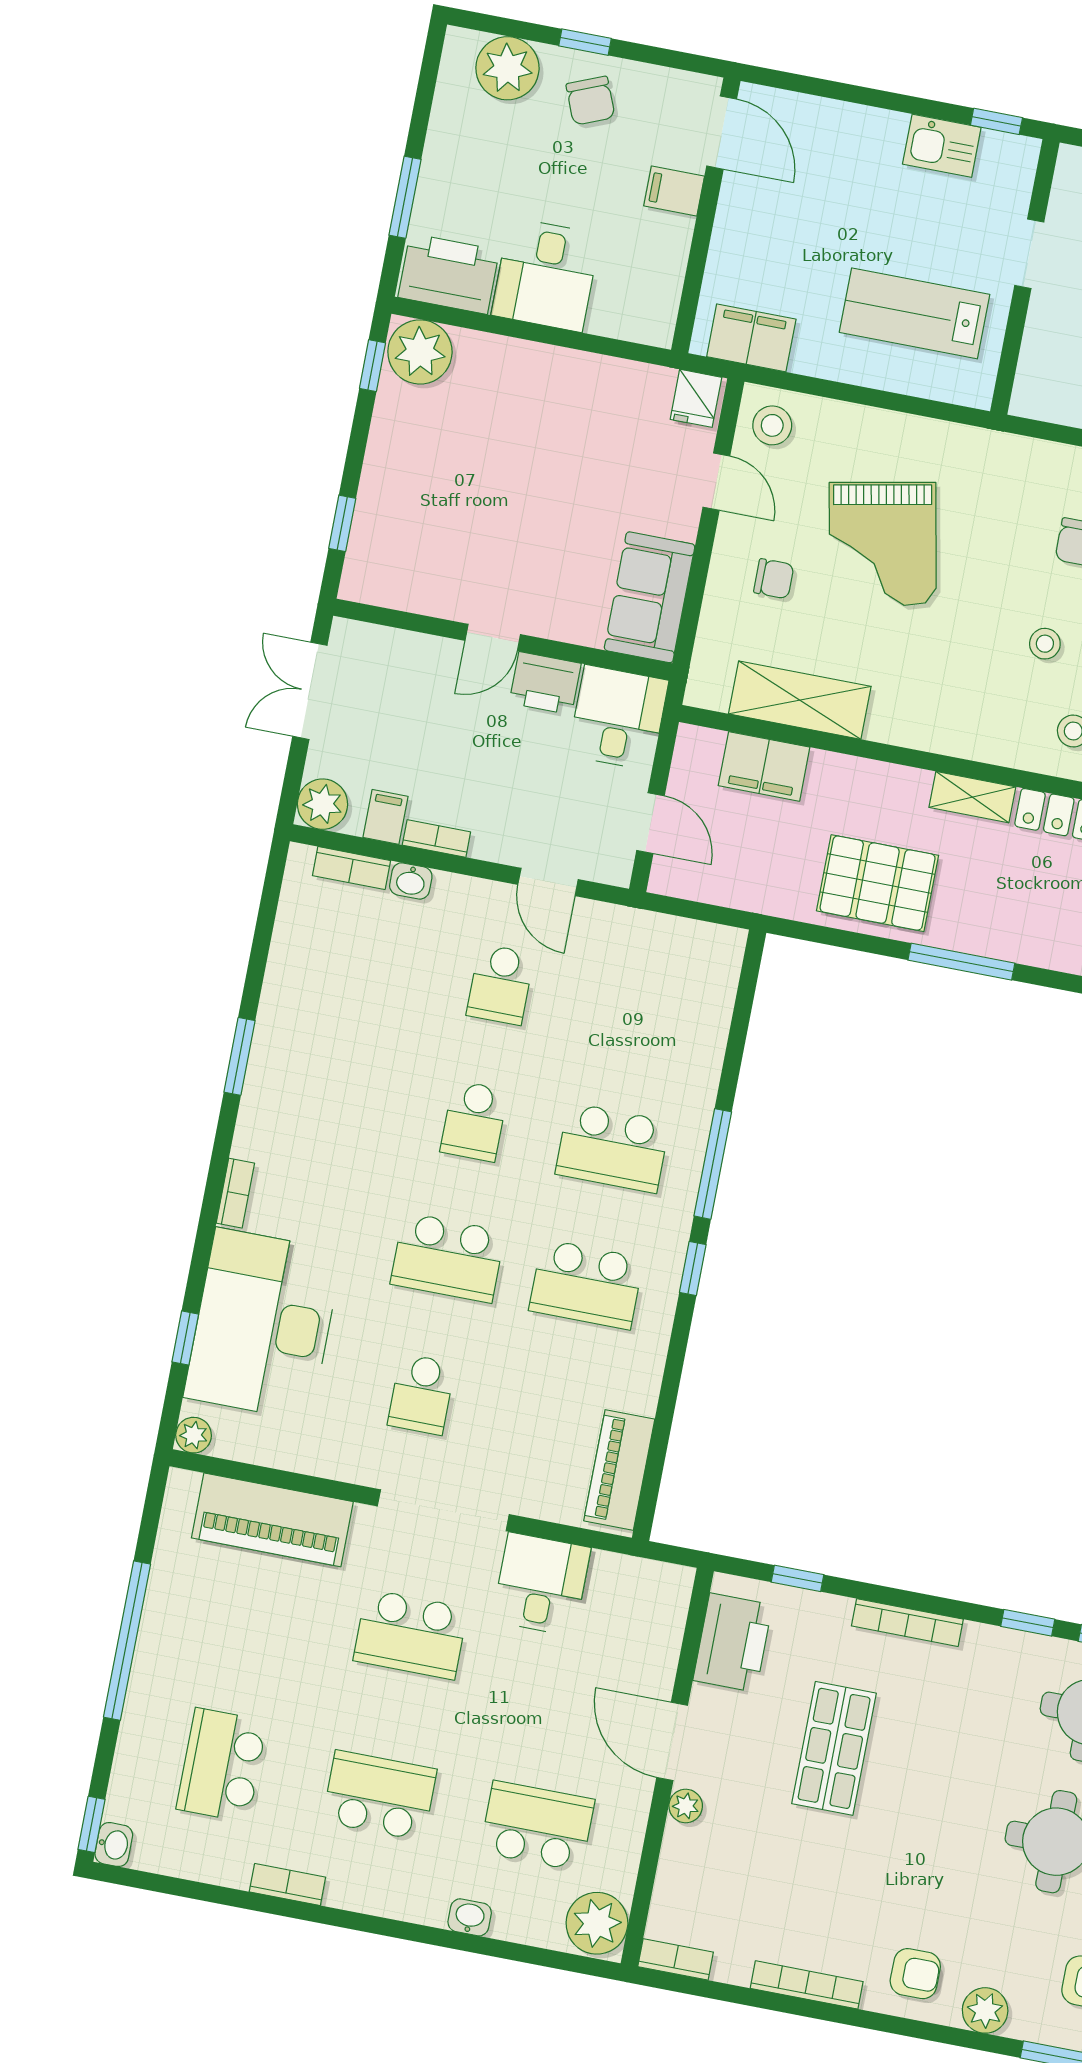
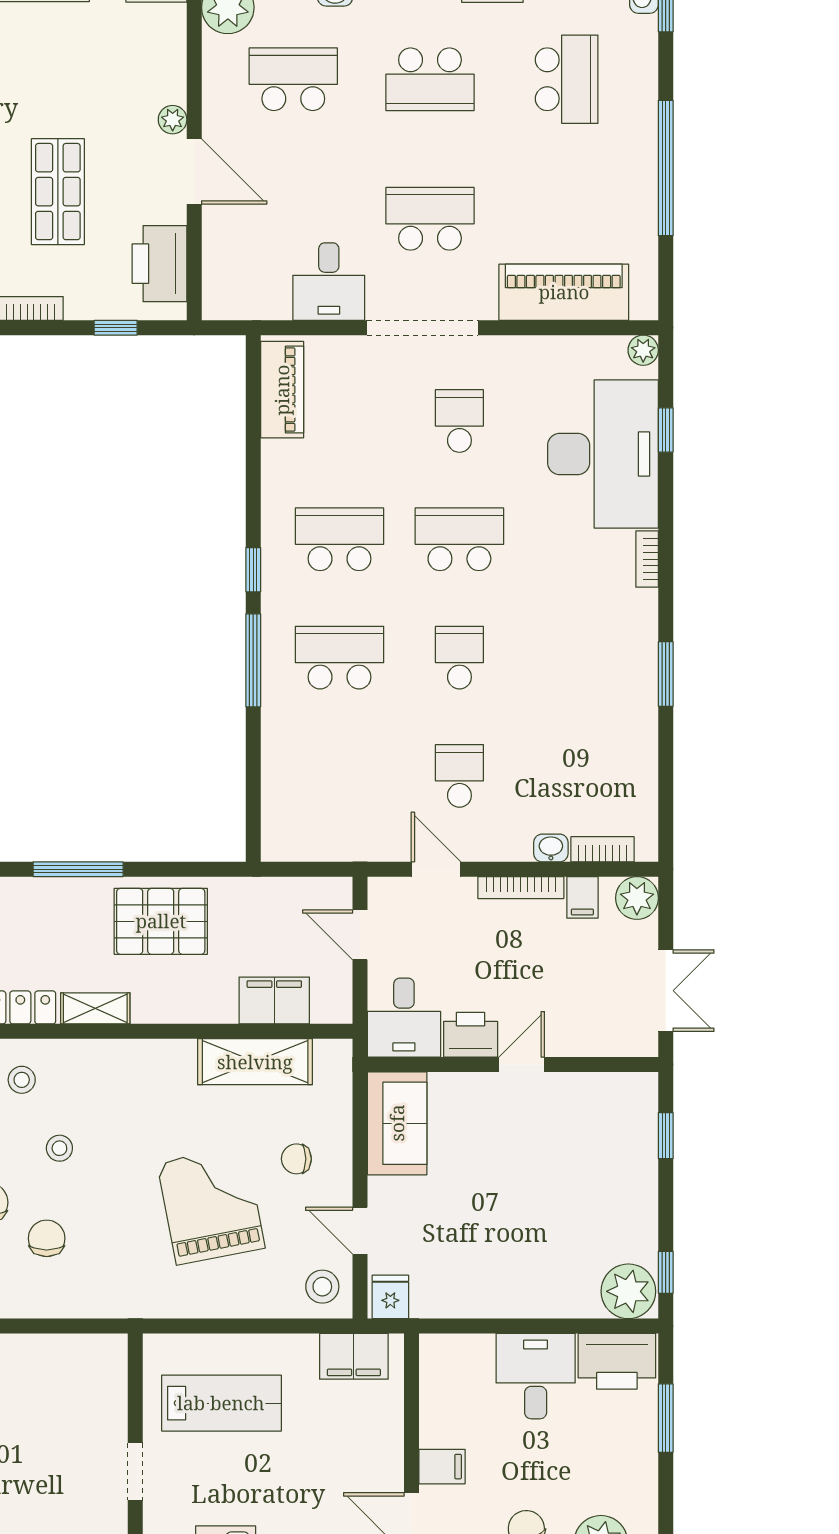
bookcase: (436, 838) -> (521, 888), width x1.56
school desk: (537, 1826) -> (293, 79), turned 180

